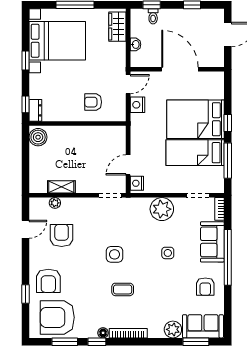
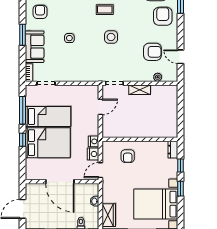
armchair: (93, 102) -> (128, 156), turned 90
window: (26, 104) -> (181, 166), moved
boiler: (38, 137) -> (171, 129), removed
nightstand: (137, 183) -> (94, 141), moved
shelving: (61, 187) -> (140, 90), moved
plant: (162, 209) -> (74, 72), removed
door: (26, 229) -> (181, 57), hinge flipped
armchair: (62, 235) -> (152, 52), turned -90
window: (228, 257) -> (23, 35), width x0.47

